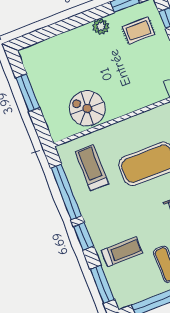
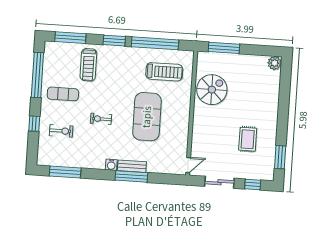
plant: (101, 27) -> (275, 63), moved
rug: (138, 31) -> (248, 139), moved
window: (28, 93) -> (224, 48), moved

